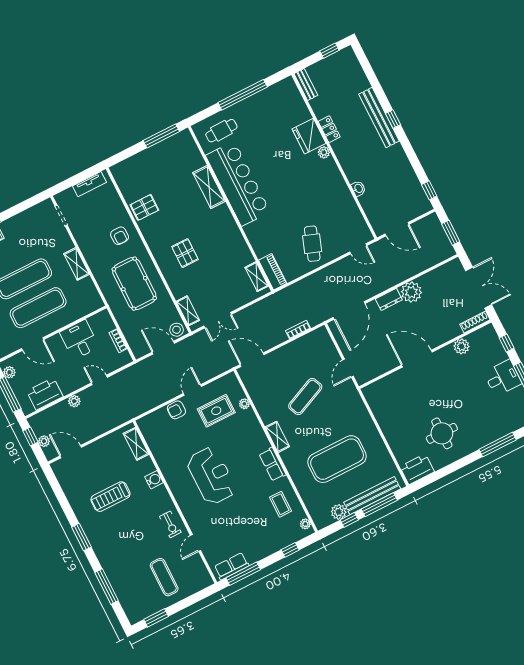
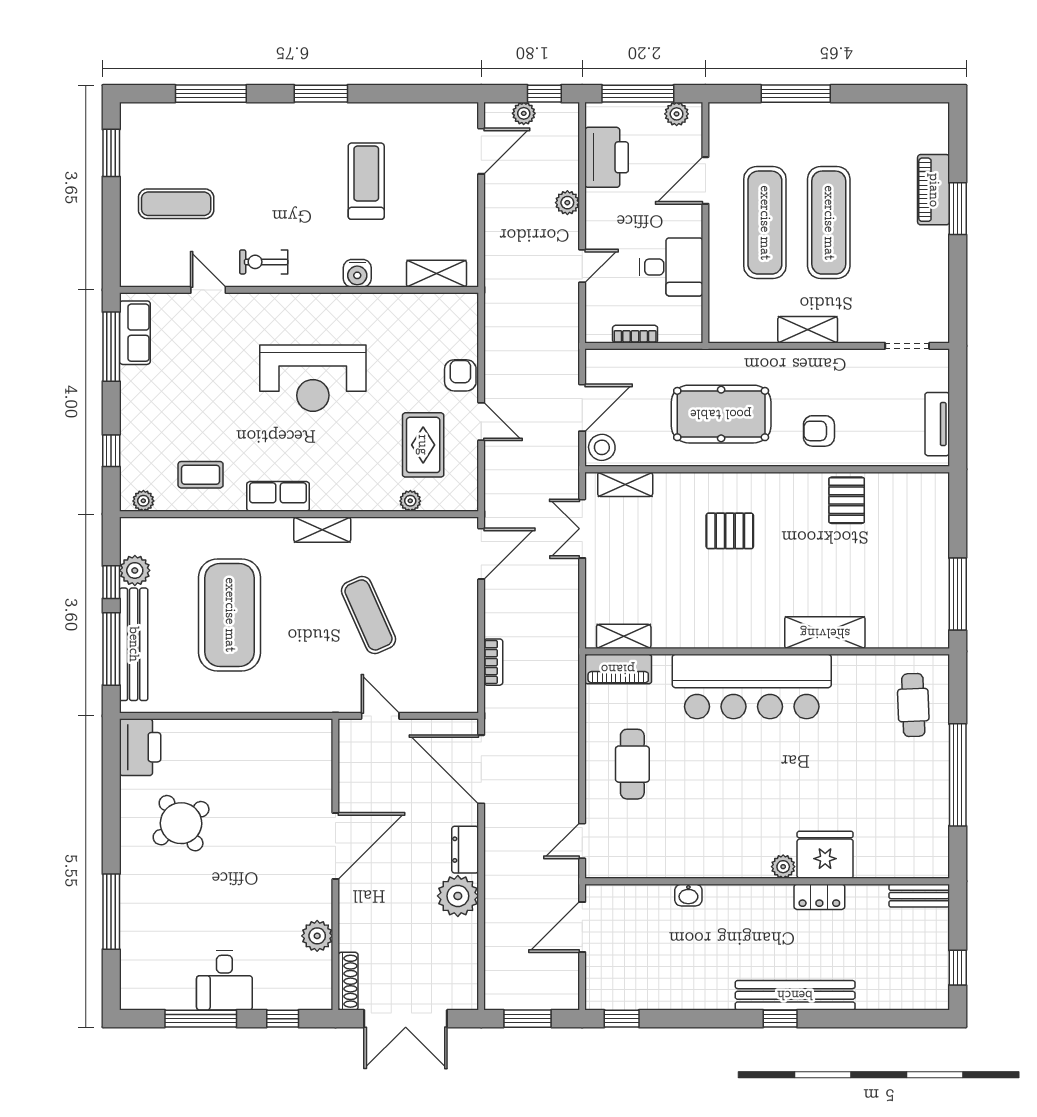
bar counter: (238, 184) -> (752, 687), moved
cafe table: (312, 244) -> (632, 764), turned 70
round table: (442, 433) -> (181, 823), turned -35

